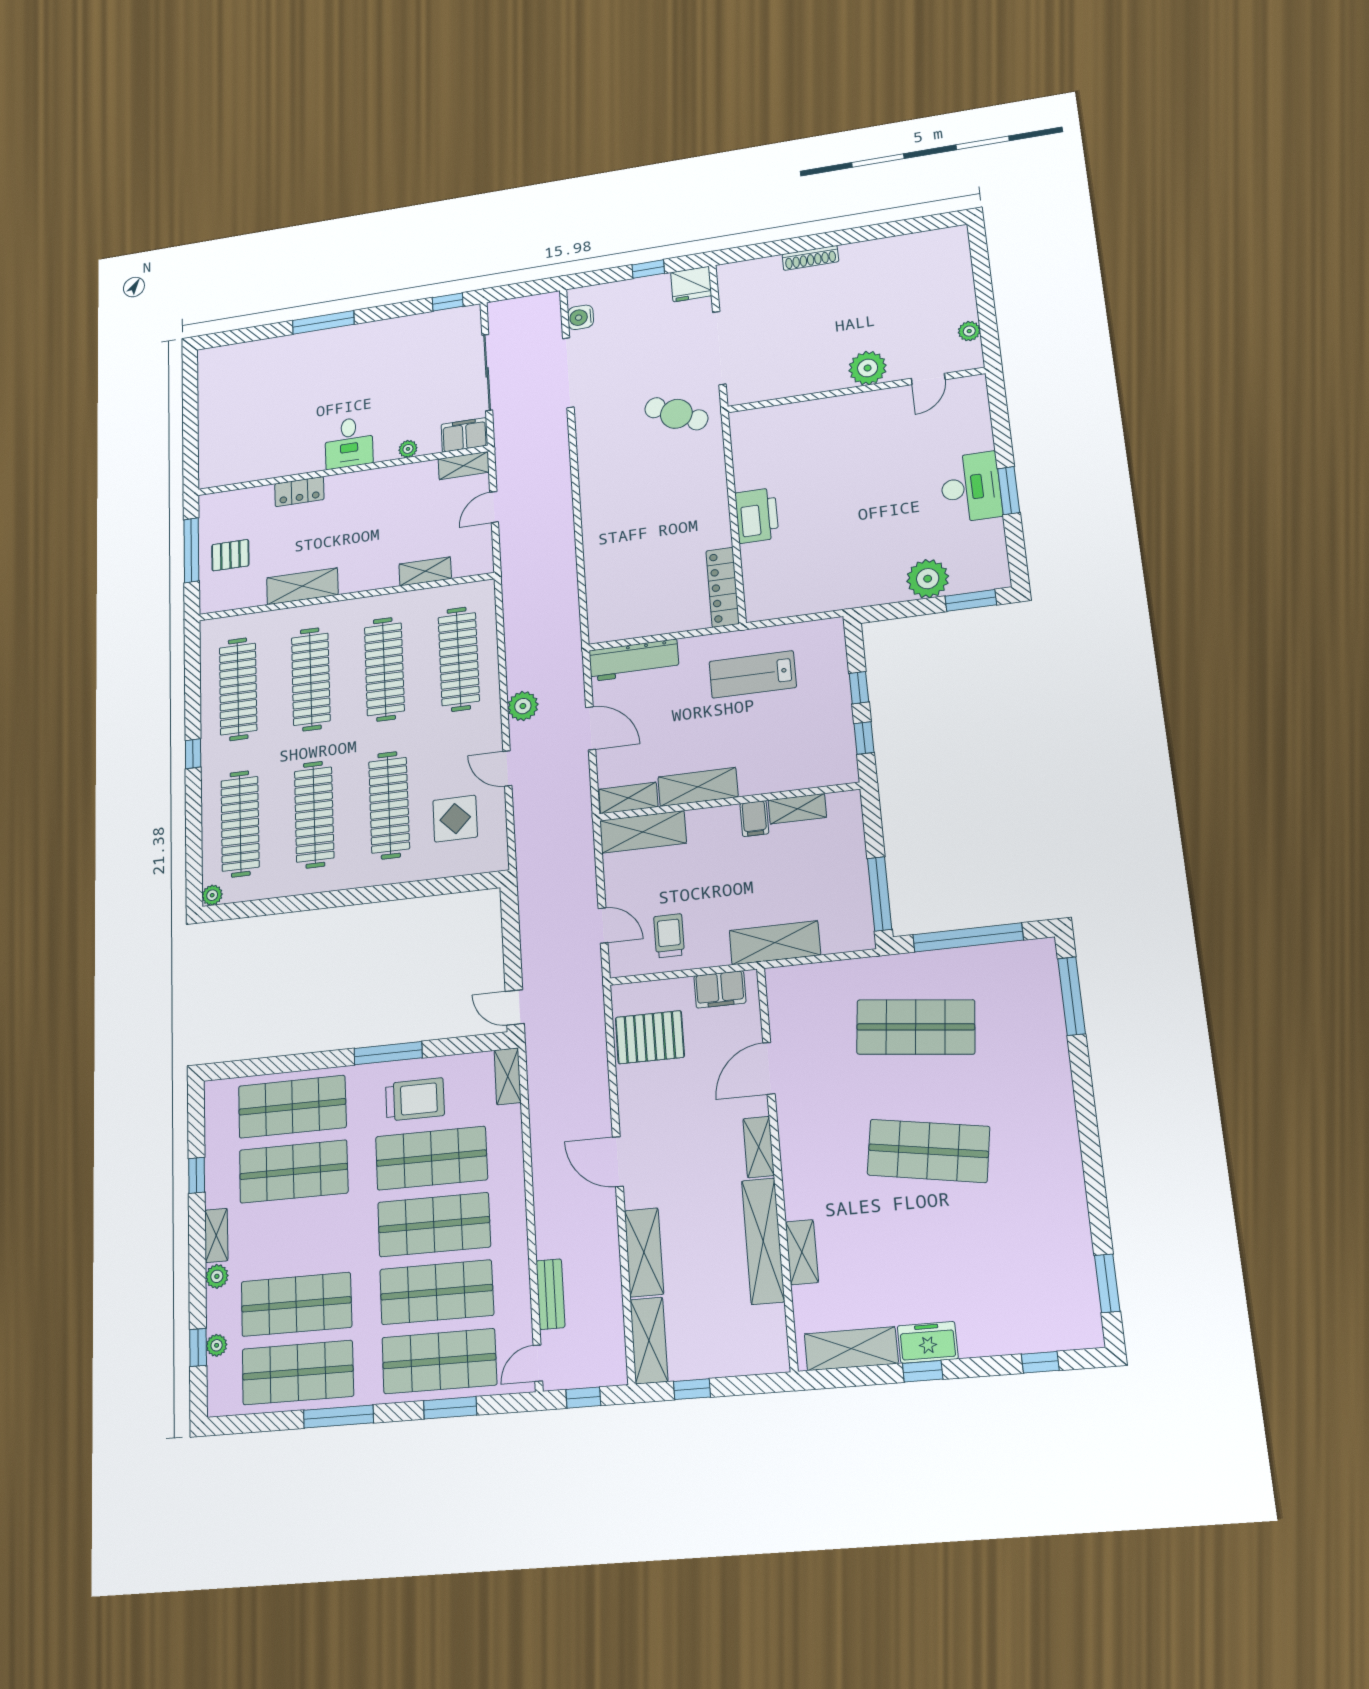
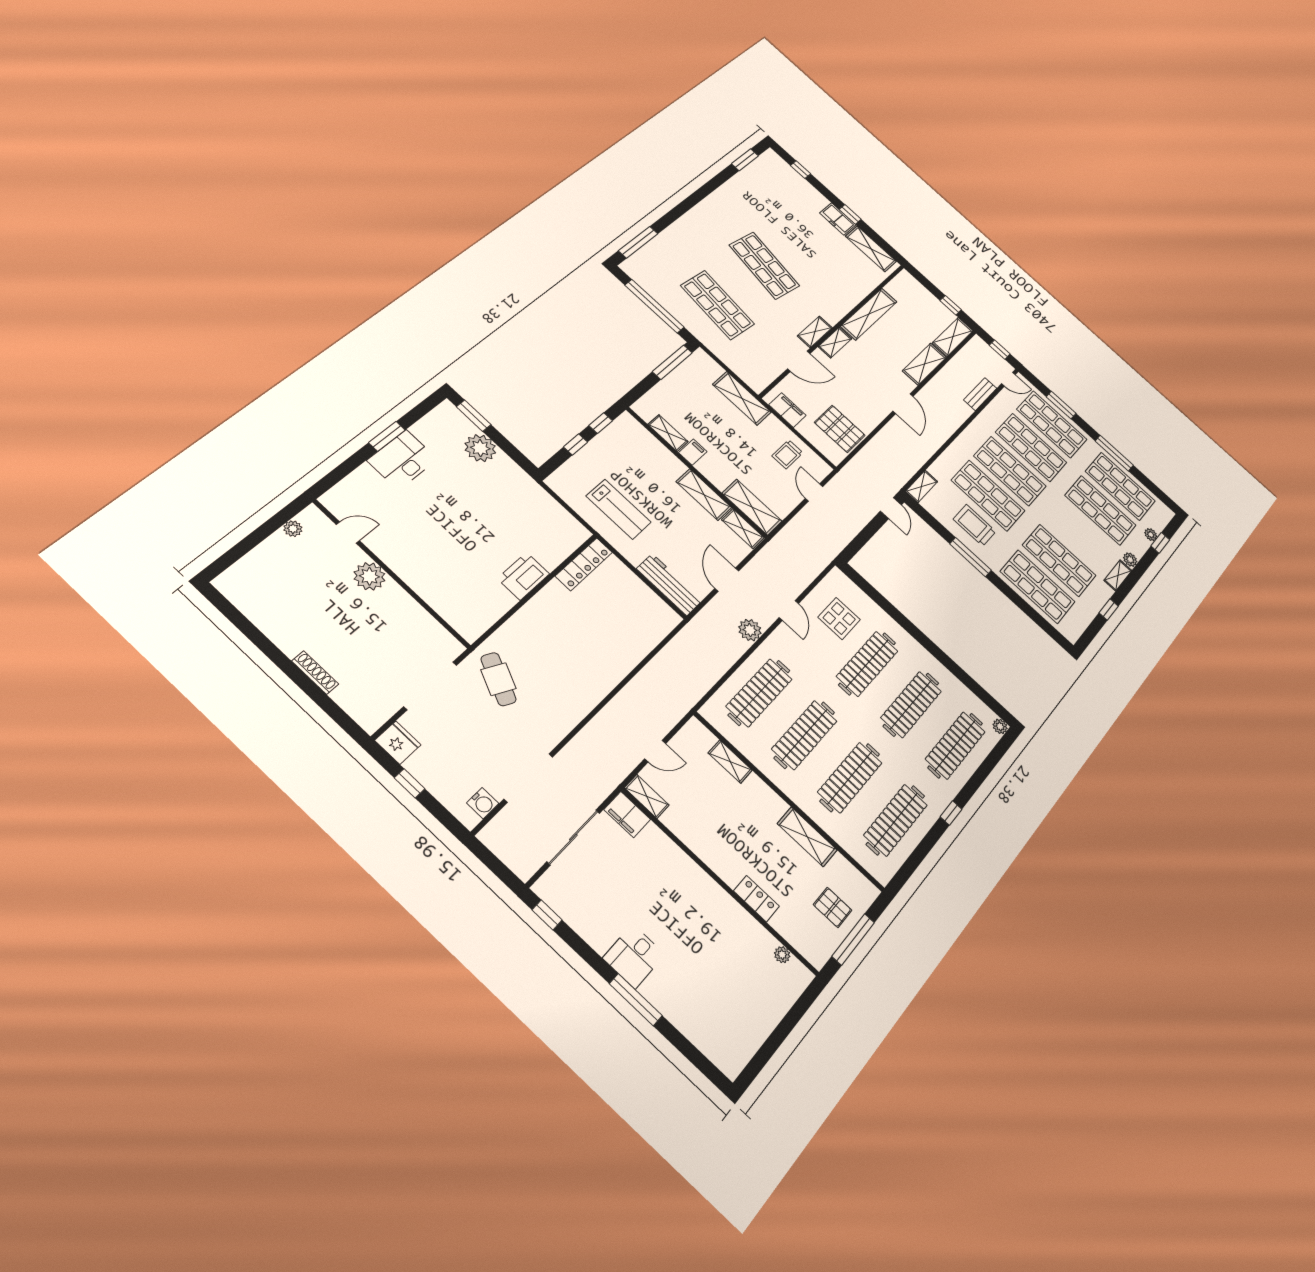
desk: (349, 443) -> (634, 956), moved, turned 180
plant: (408, 449) -> (782, 955), moved
shelving: (802, 1252) -> (815, 332), moved

